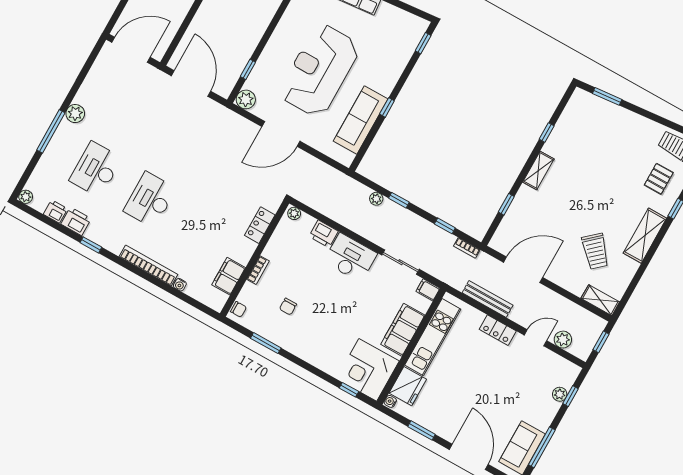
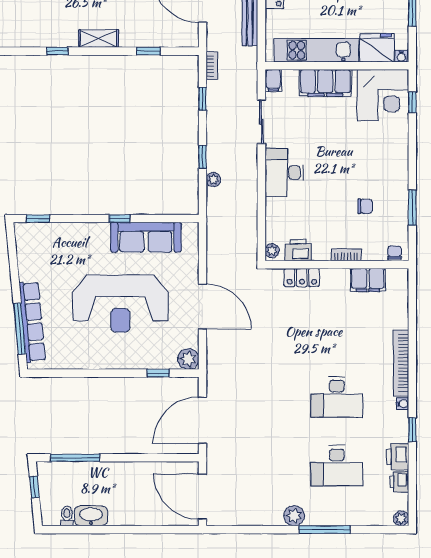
printer: (324, 234) -> (298, 250), moved, turned -90
water cooler: (180, 285) -> (403, 404), moved

